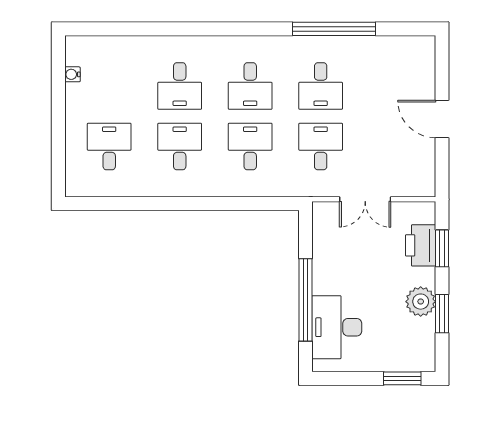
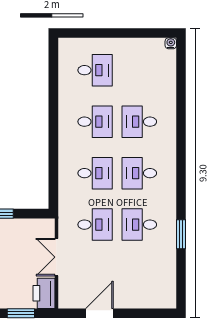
window: (334, 29) -> (181, 234), width x0.47
water cooler: (72, 74) -> (171, 43), moved
door: (442, 119) -> (99, 313), moved
printer: (421, 245) -> (44, 293), moved, turned -90

